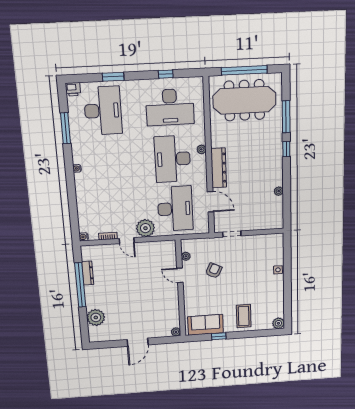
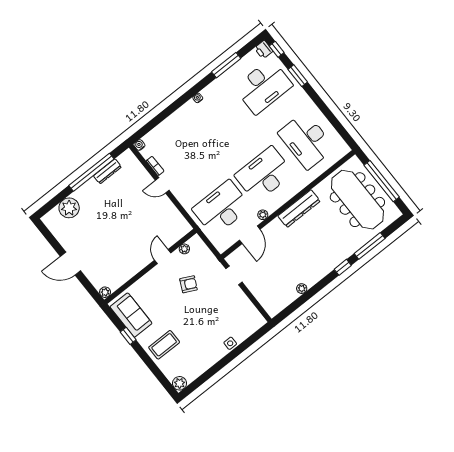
window: (166, 74) -> (277, 49), moved
plant: (201, 149) -> (263, 215), moved
dresser: (219, 168) -> (299, 209), moved
desk: (175, 209) -> (222, 208), turned 180
plant: (145, 228) -> (185, 194), removed
door: (127, 241) -> (162, 185), hinge flipped

